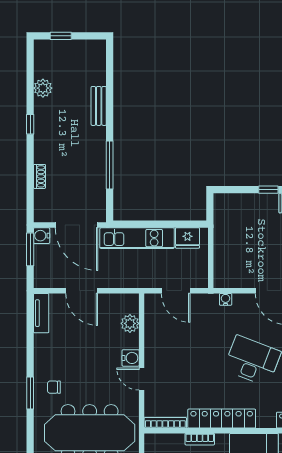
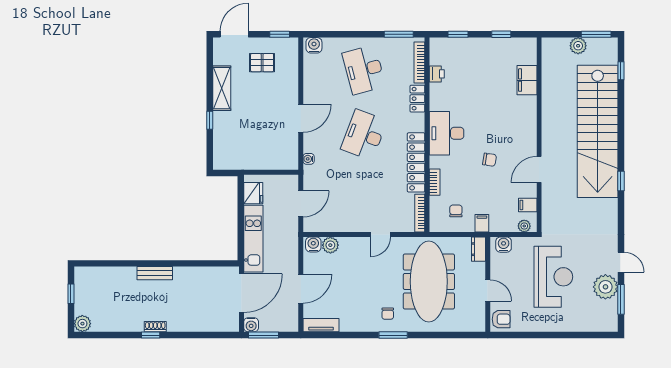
window: (61, 36) -> (71, 294), moved
plant: (43, 88) -> (82, 324), moved
bench: (99, 106) -> (155, 273), moved
window: (110, 165) -> (187, 263), removed
shoe rack: (39, 176) -> (155, 327), moved
water cooler: (131, 358) -> (313, 244), moved

